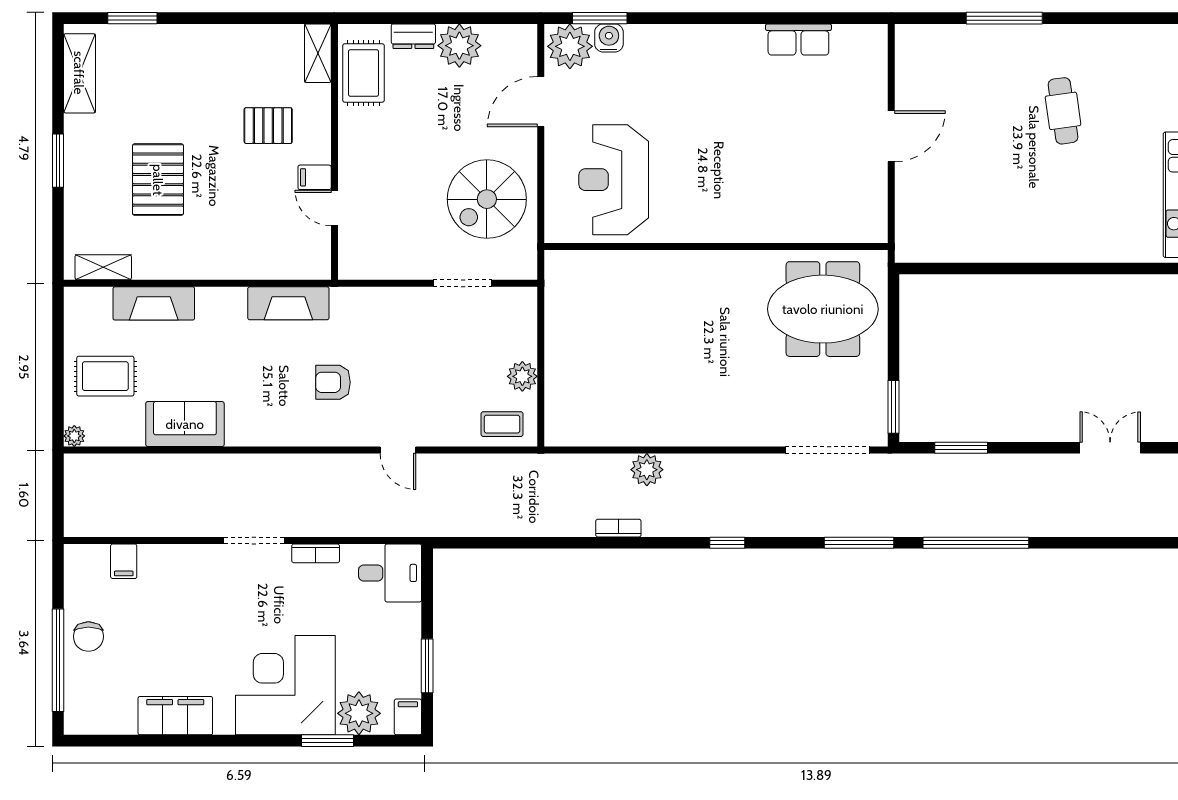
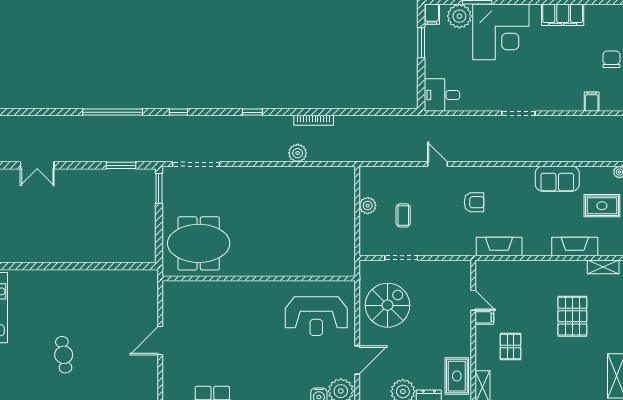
pallet: (268, 126) -> (510, 347), turned 90
reception desk: (614, 180) -> (316, 316), turned 90
coffee table: (502, 424) -> (403, 215), moved, turned 90
bookcase: (618, 528) -> (314, 120), width x1.56
window: (859, 543) -> (178, 112), width x0.46
bookcase: (316, 553) -> (484, 106), removed

